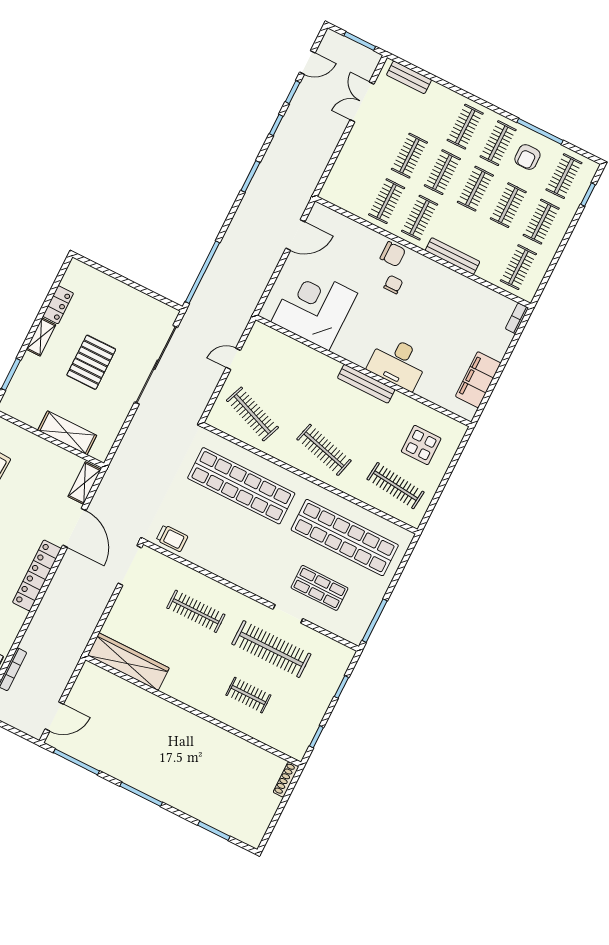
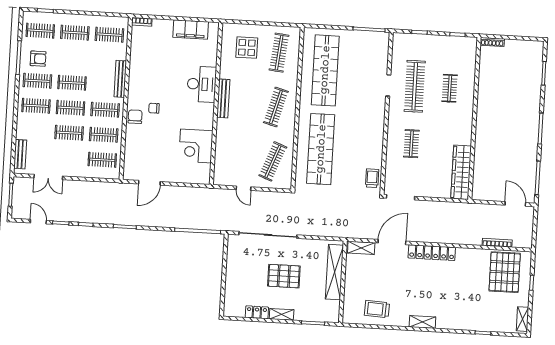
clothes rail: (508, 205) -> (102, 160), moved
door: (295, 235) -> (149, 183), swing flipped
corner desk: (314, 308) -> (196, 146), width x0.74, depth x0.74
shelving: (67, 433) -> (334, 272), width x1.47
shop shelf: (319, 588) -> (364, 73), removed
clothes rail: (196, 611) -> (411, 144), width x0.73

